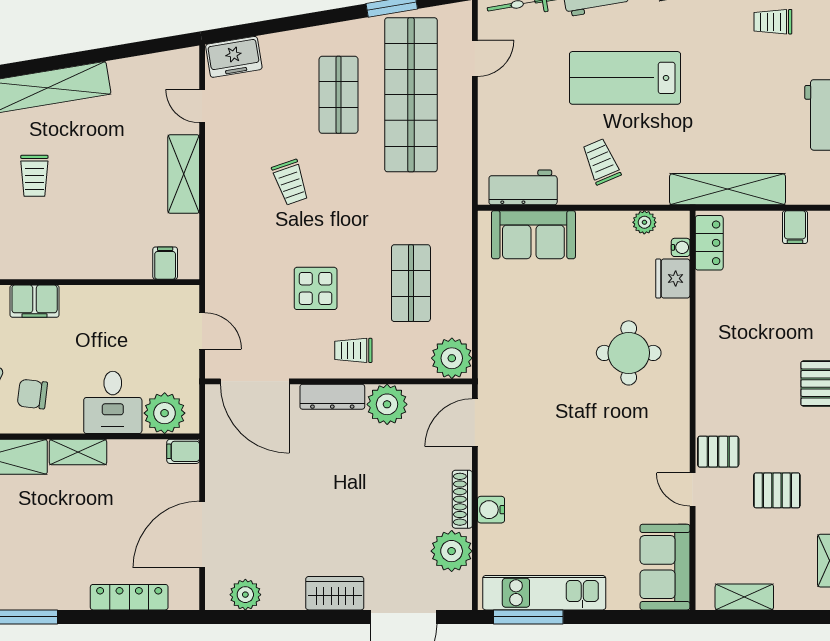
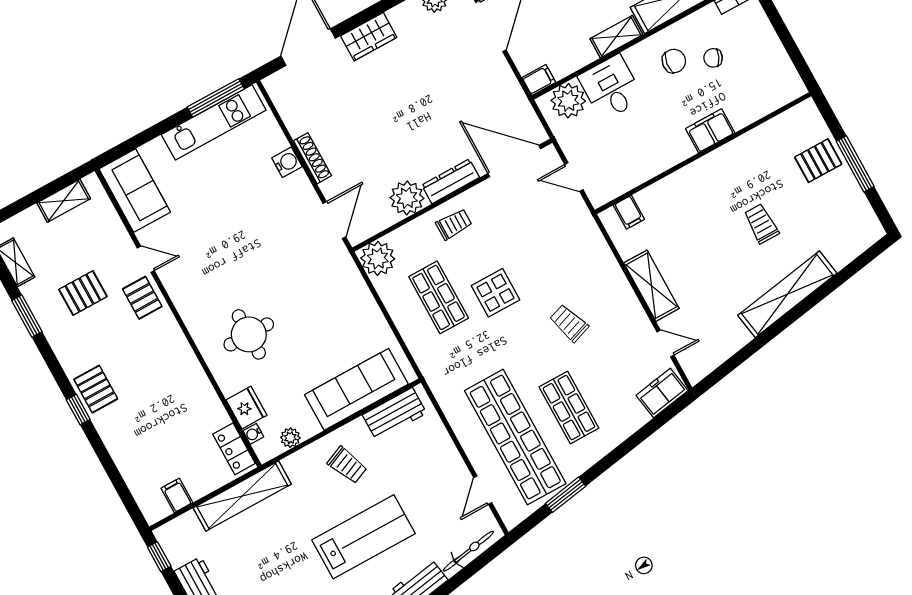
sofa: (533, 235) -> (356, 389), width x1.36
display table: (316, 288) -> (496, 293), moved
pallet: (718, 452) -> (142, 298), turned 90
plant: (452, 551) -> (299, 115), removed

